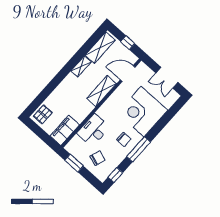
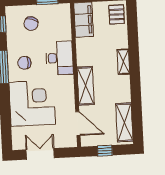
shelving: (81, 66) -> (123, 62), moved
door: (128, 74) -> (78, 124), hinge flipped
desk: (93, 130) -> (59, 58), moved

